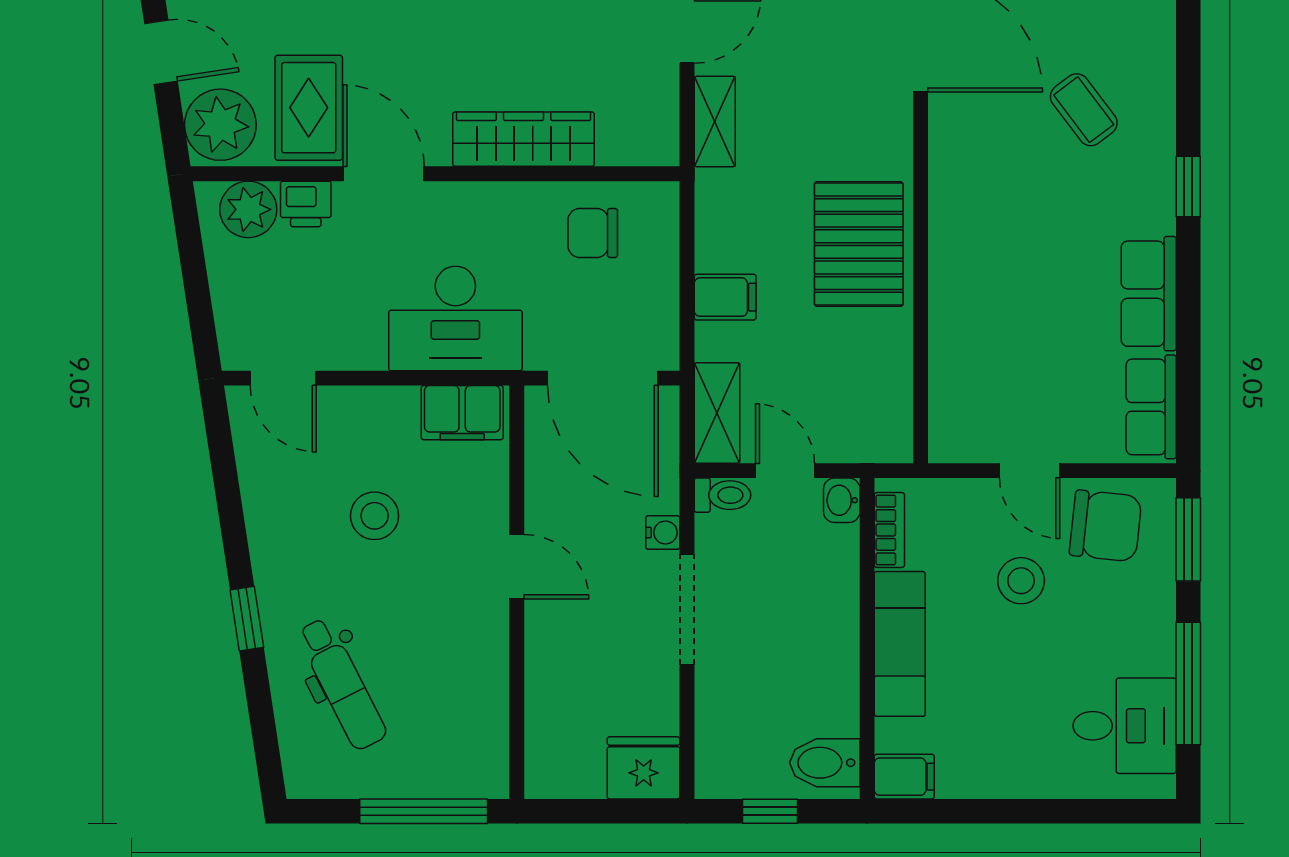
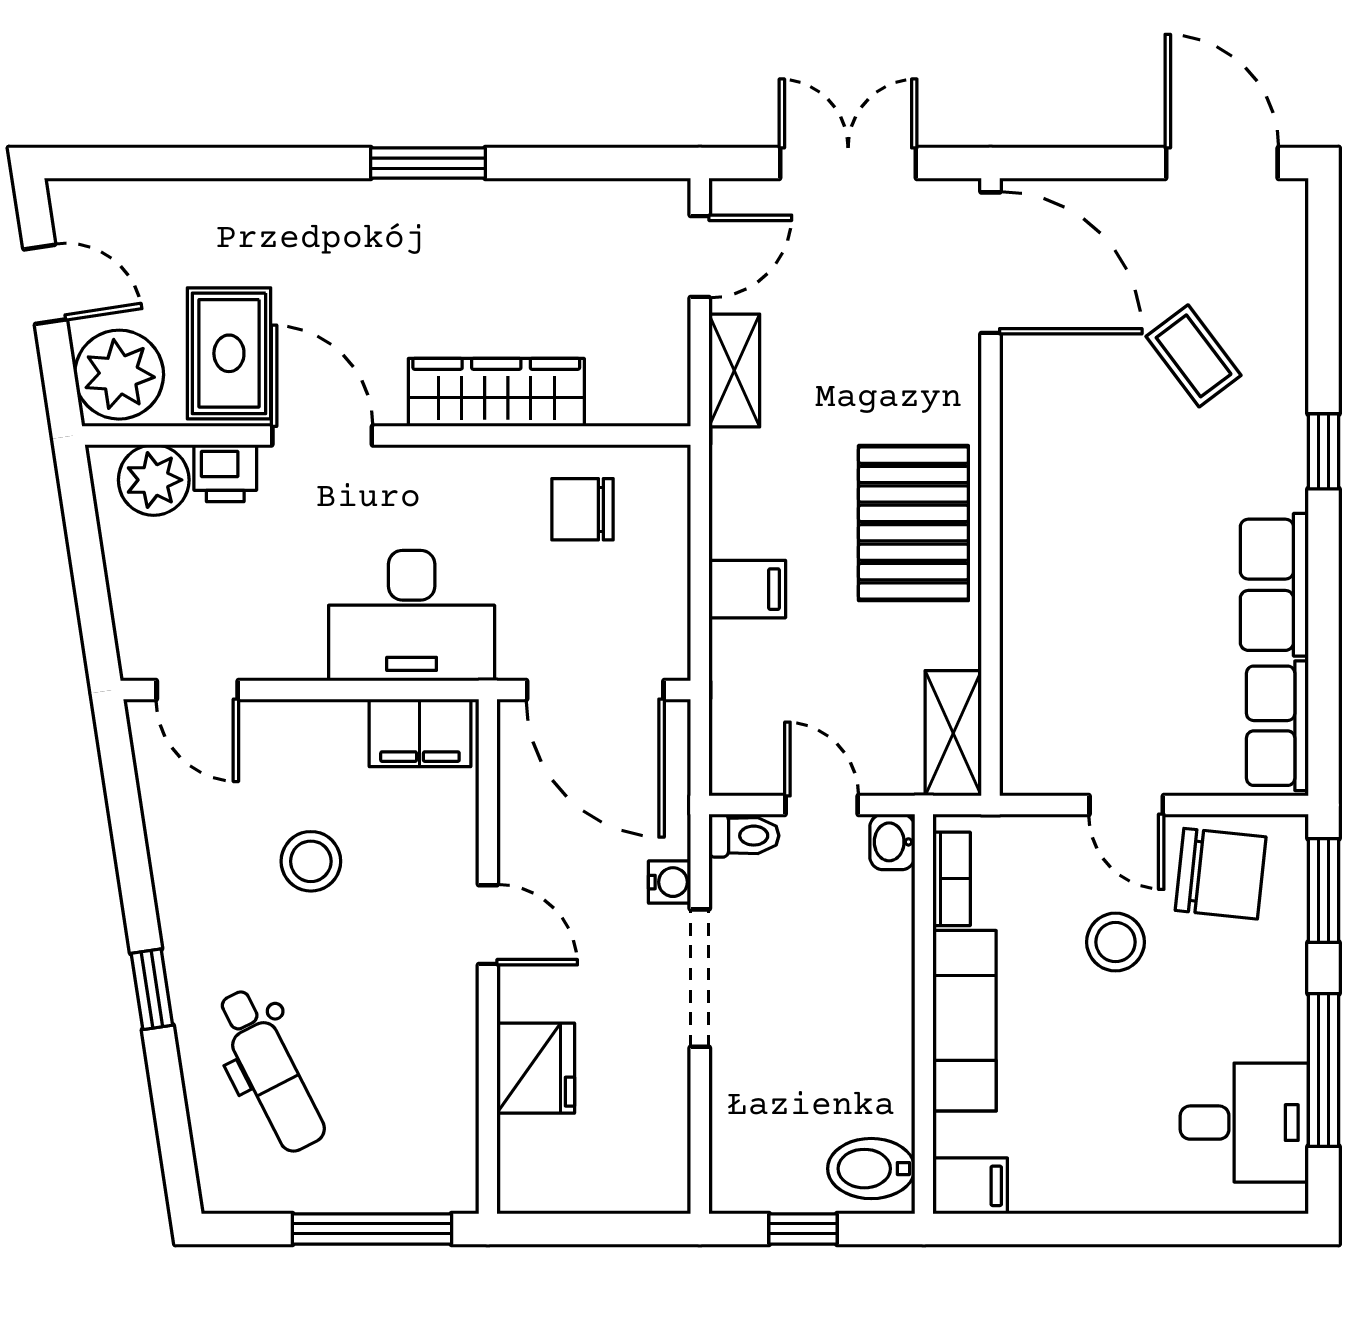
shelving: (717, 413) -> (953, 733), moved
fridge: (644, 768) -> (536, 1068), moved, turned 90

